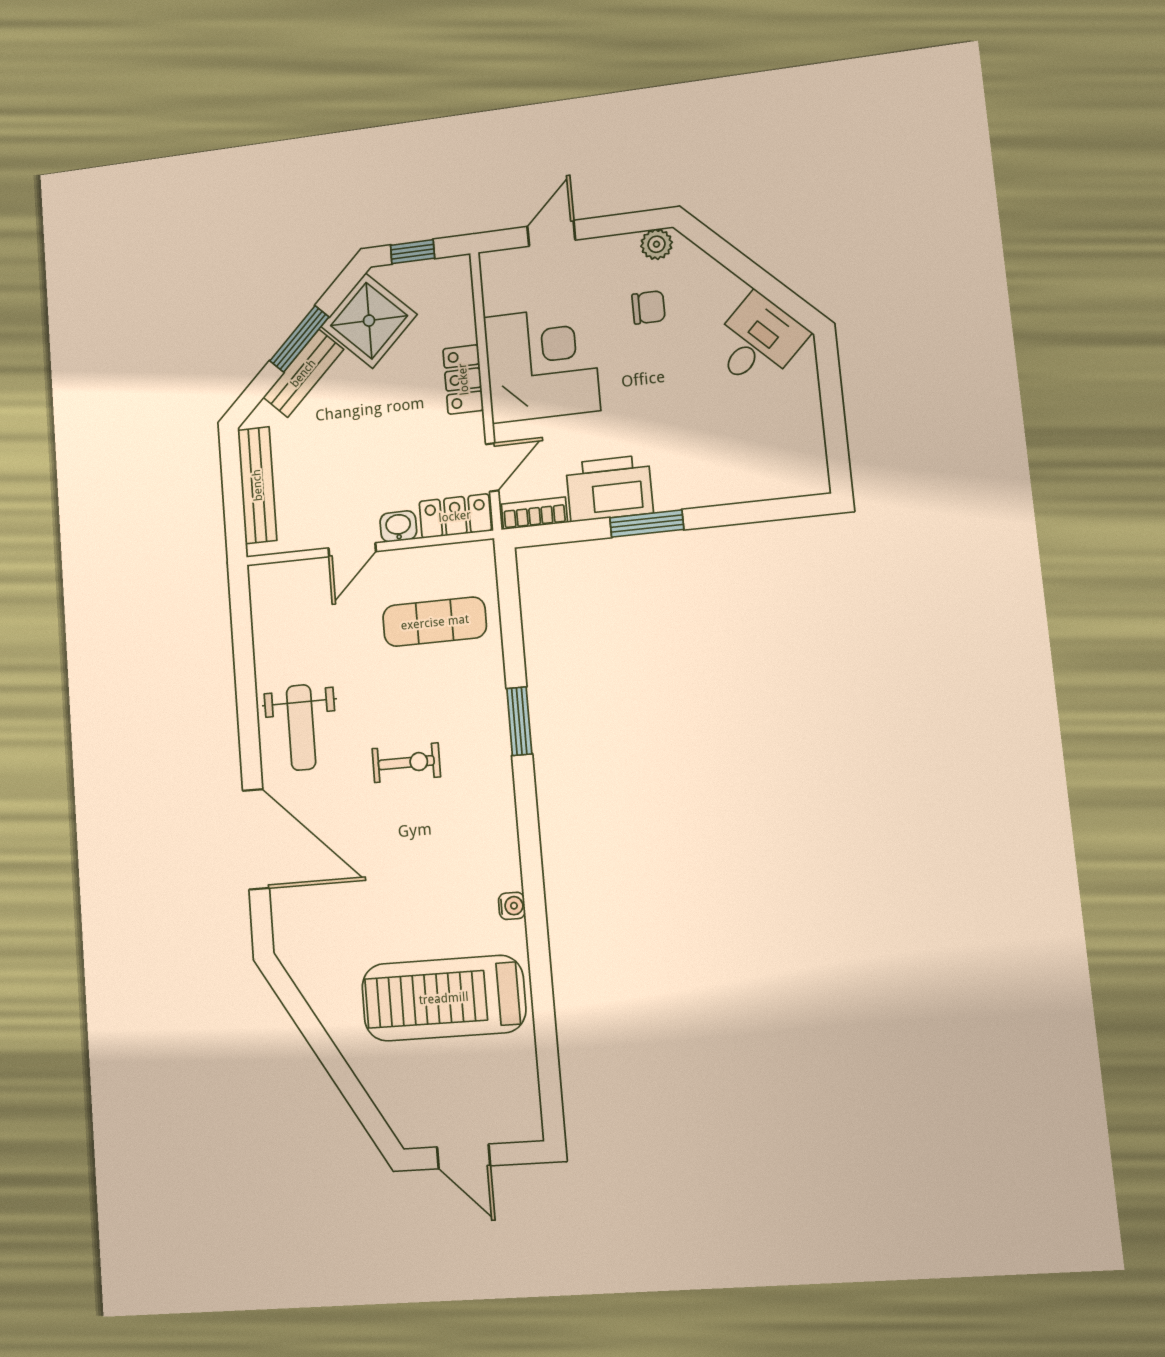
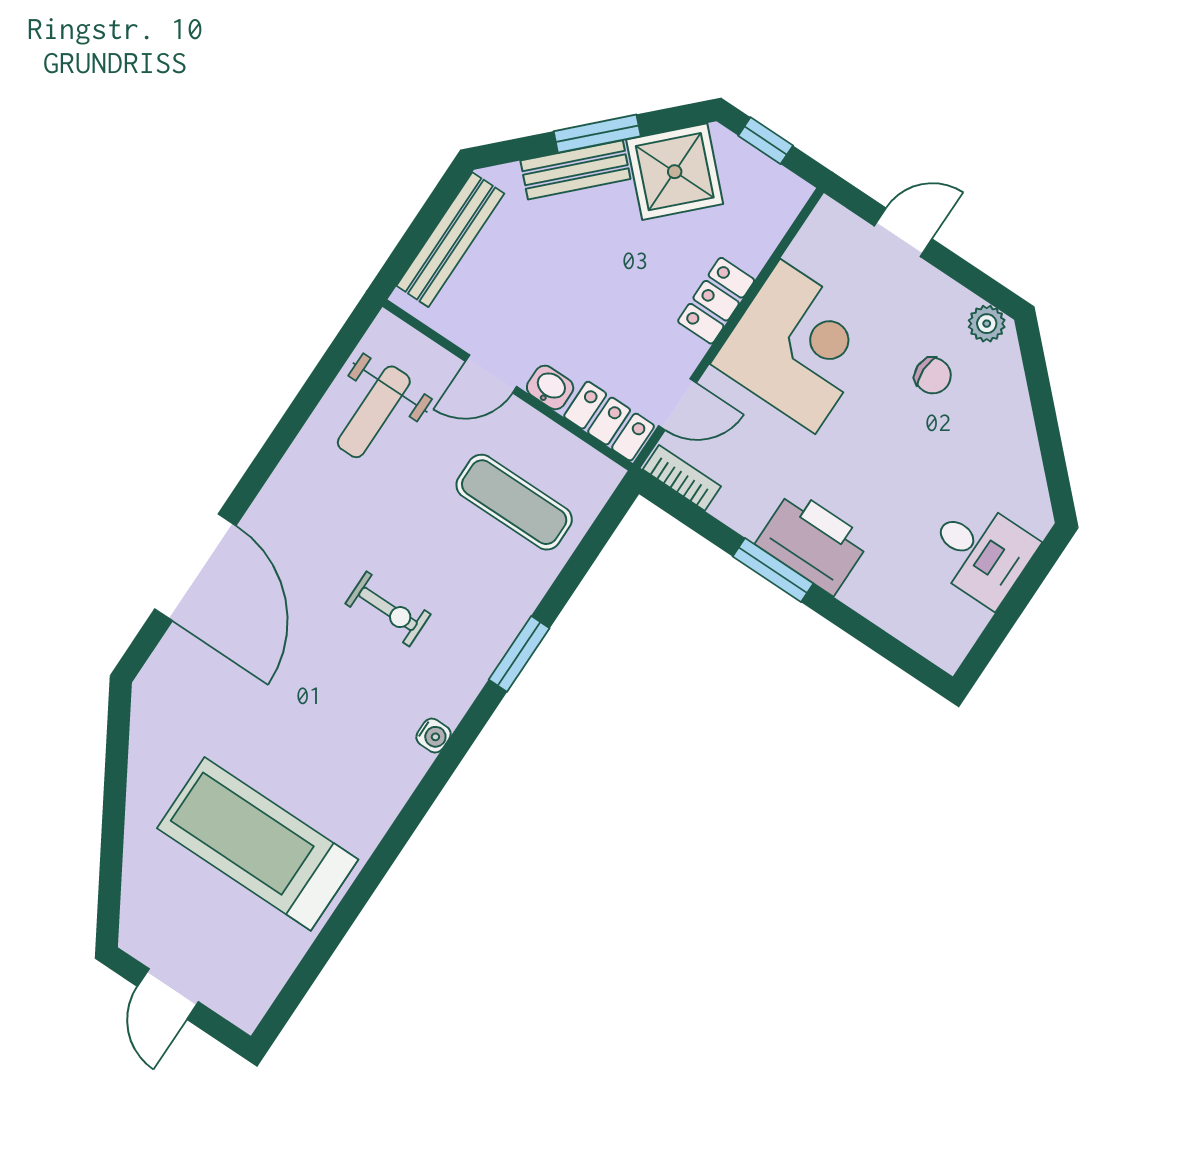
desk: (758, 341) -> (981, 552), moved, turned 45
printer: (609, 488) -> (813, 542), moved
weight bench: (301, 727) -> (374, 412), moved
water cooler: (512, 906) -> (433, 736), moved

